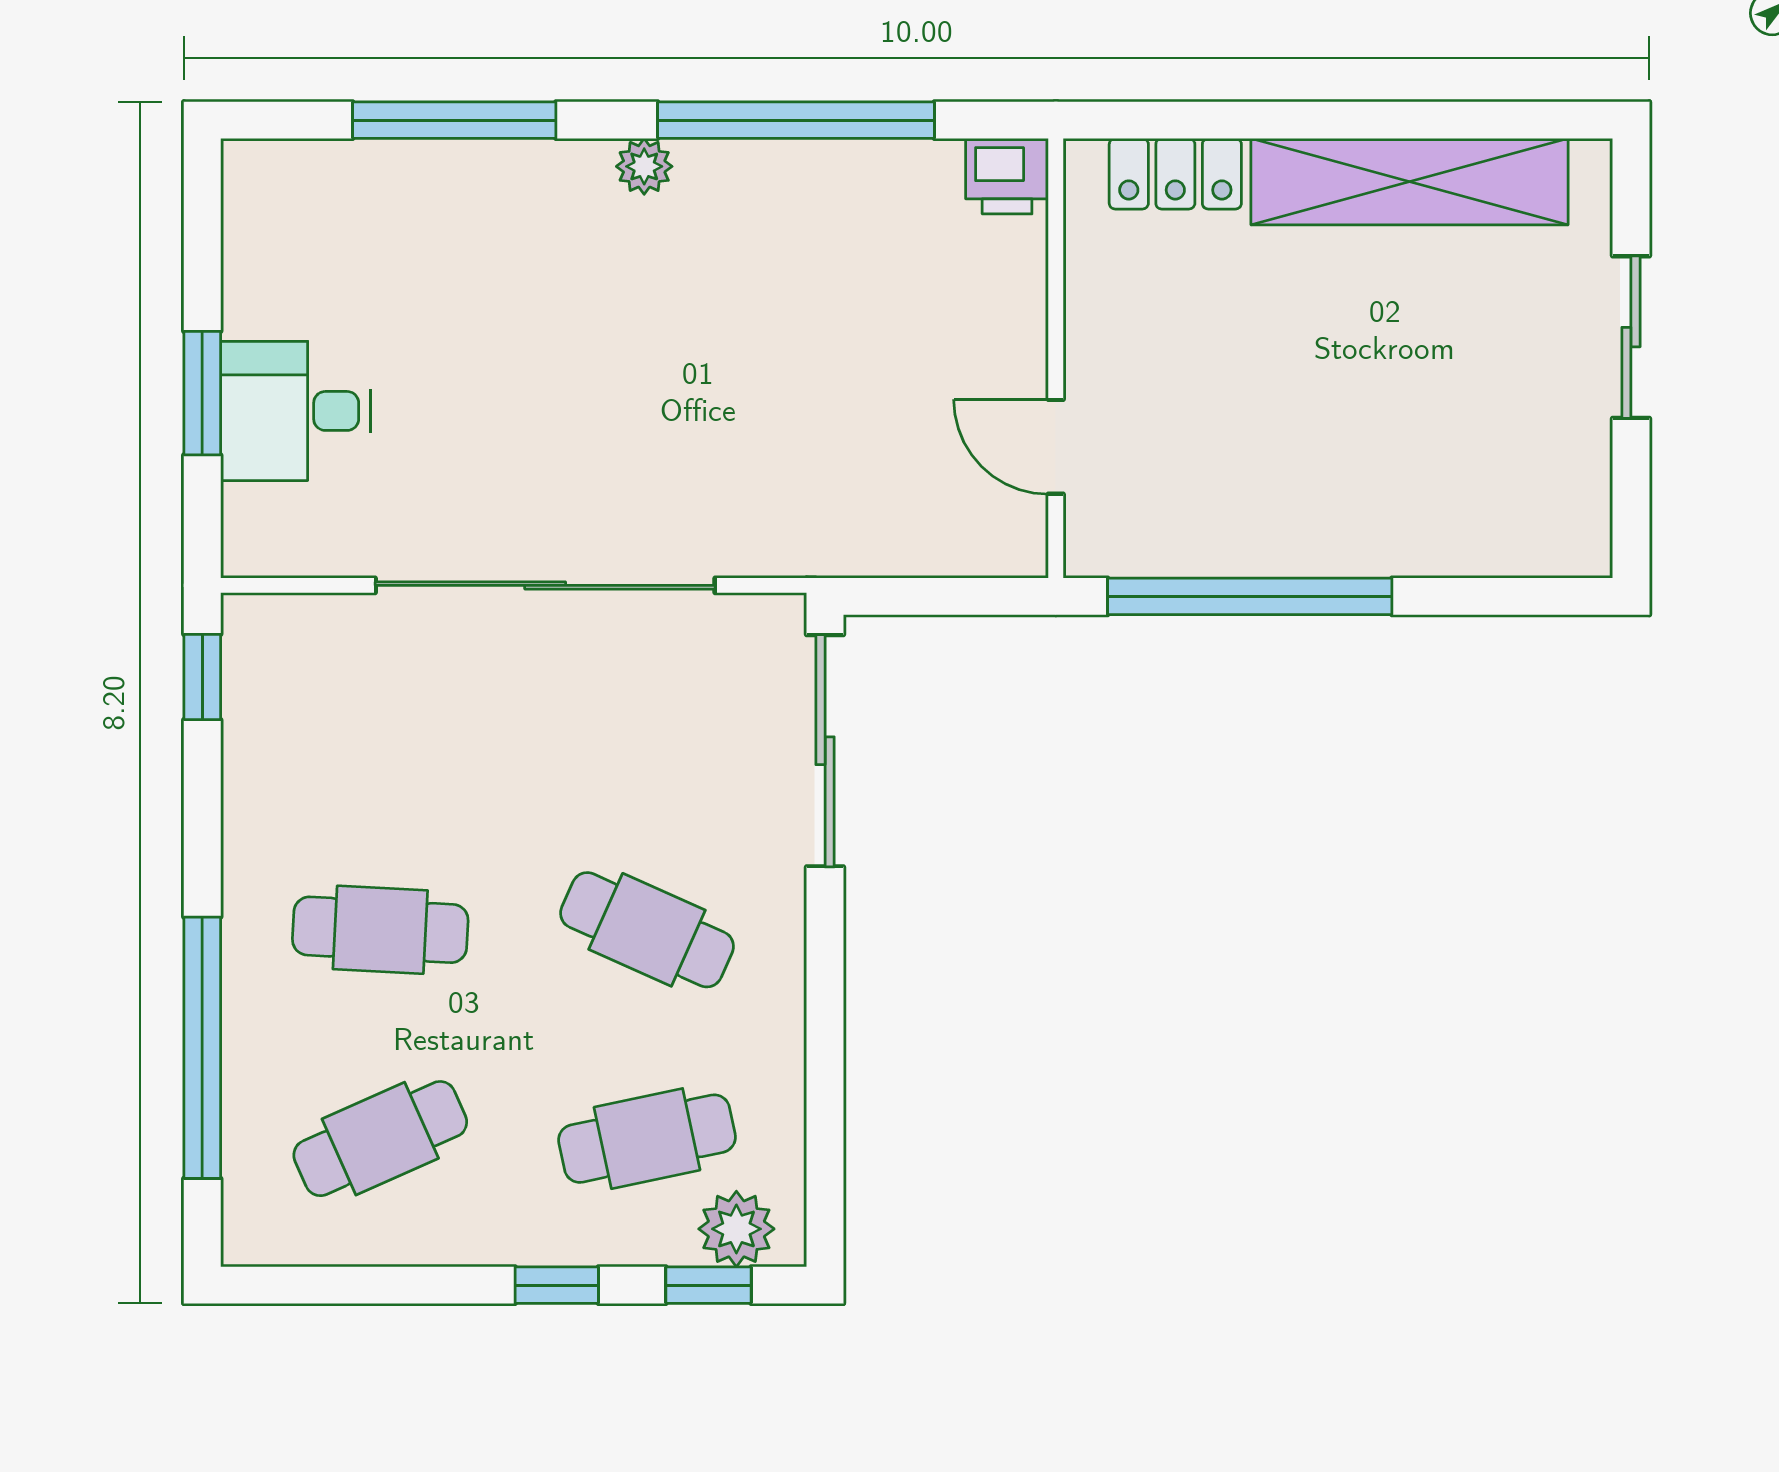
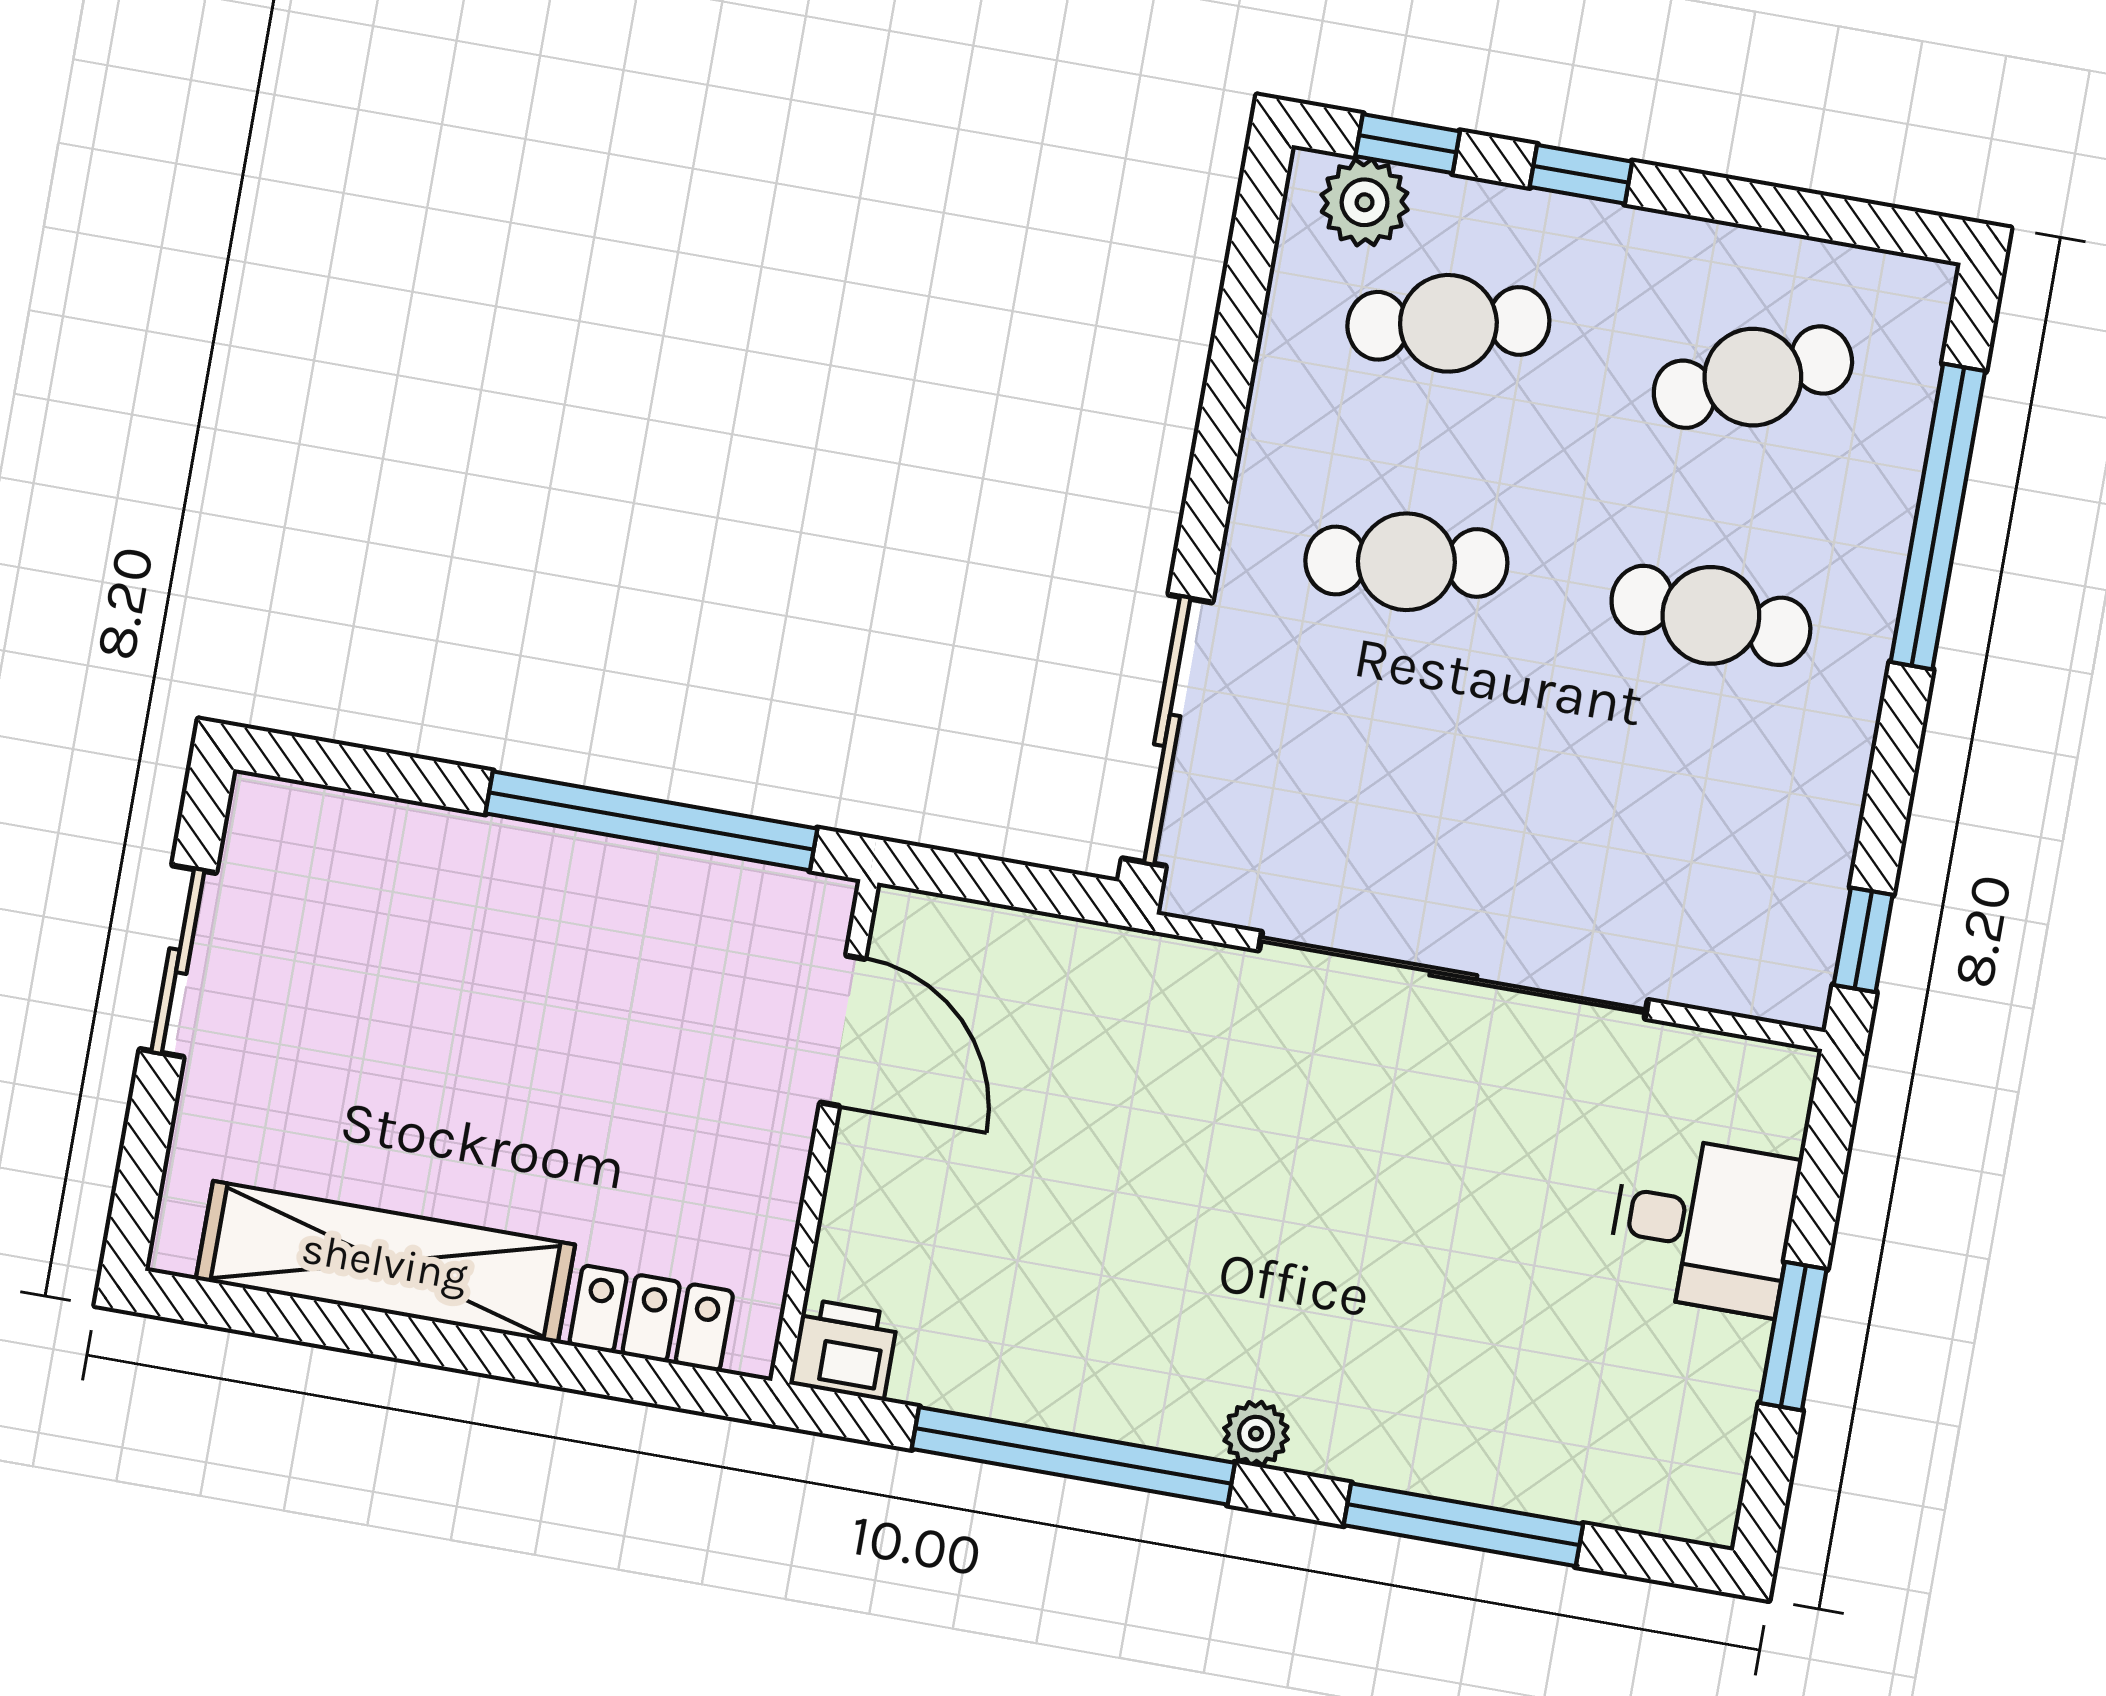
sliding door: (1631, 337) -> (178, 961), moved
window: (202, 393) -> (1793, 1336), moved
door: (1056, 447) -> (843, 1031), width x1.38
cafe table: (647, 930) -> (1406, 562), turned -33

